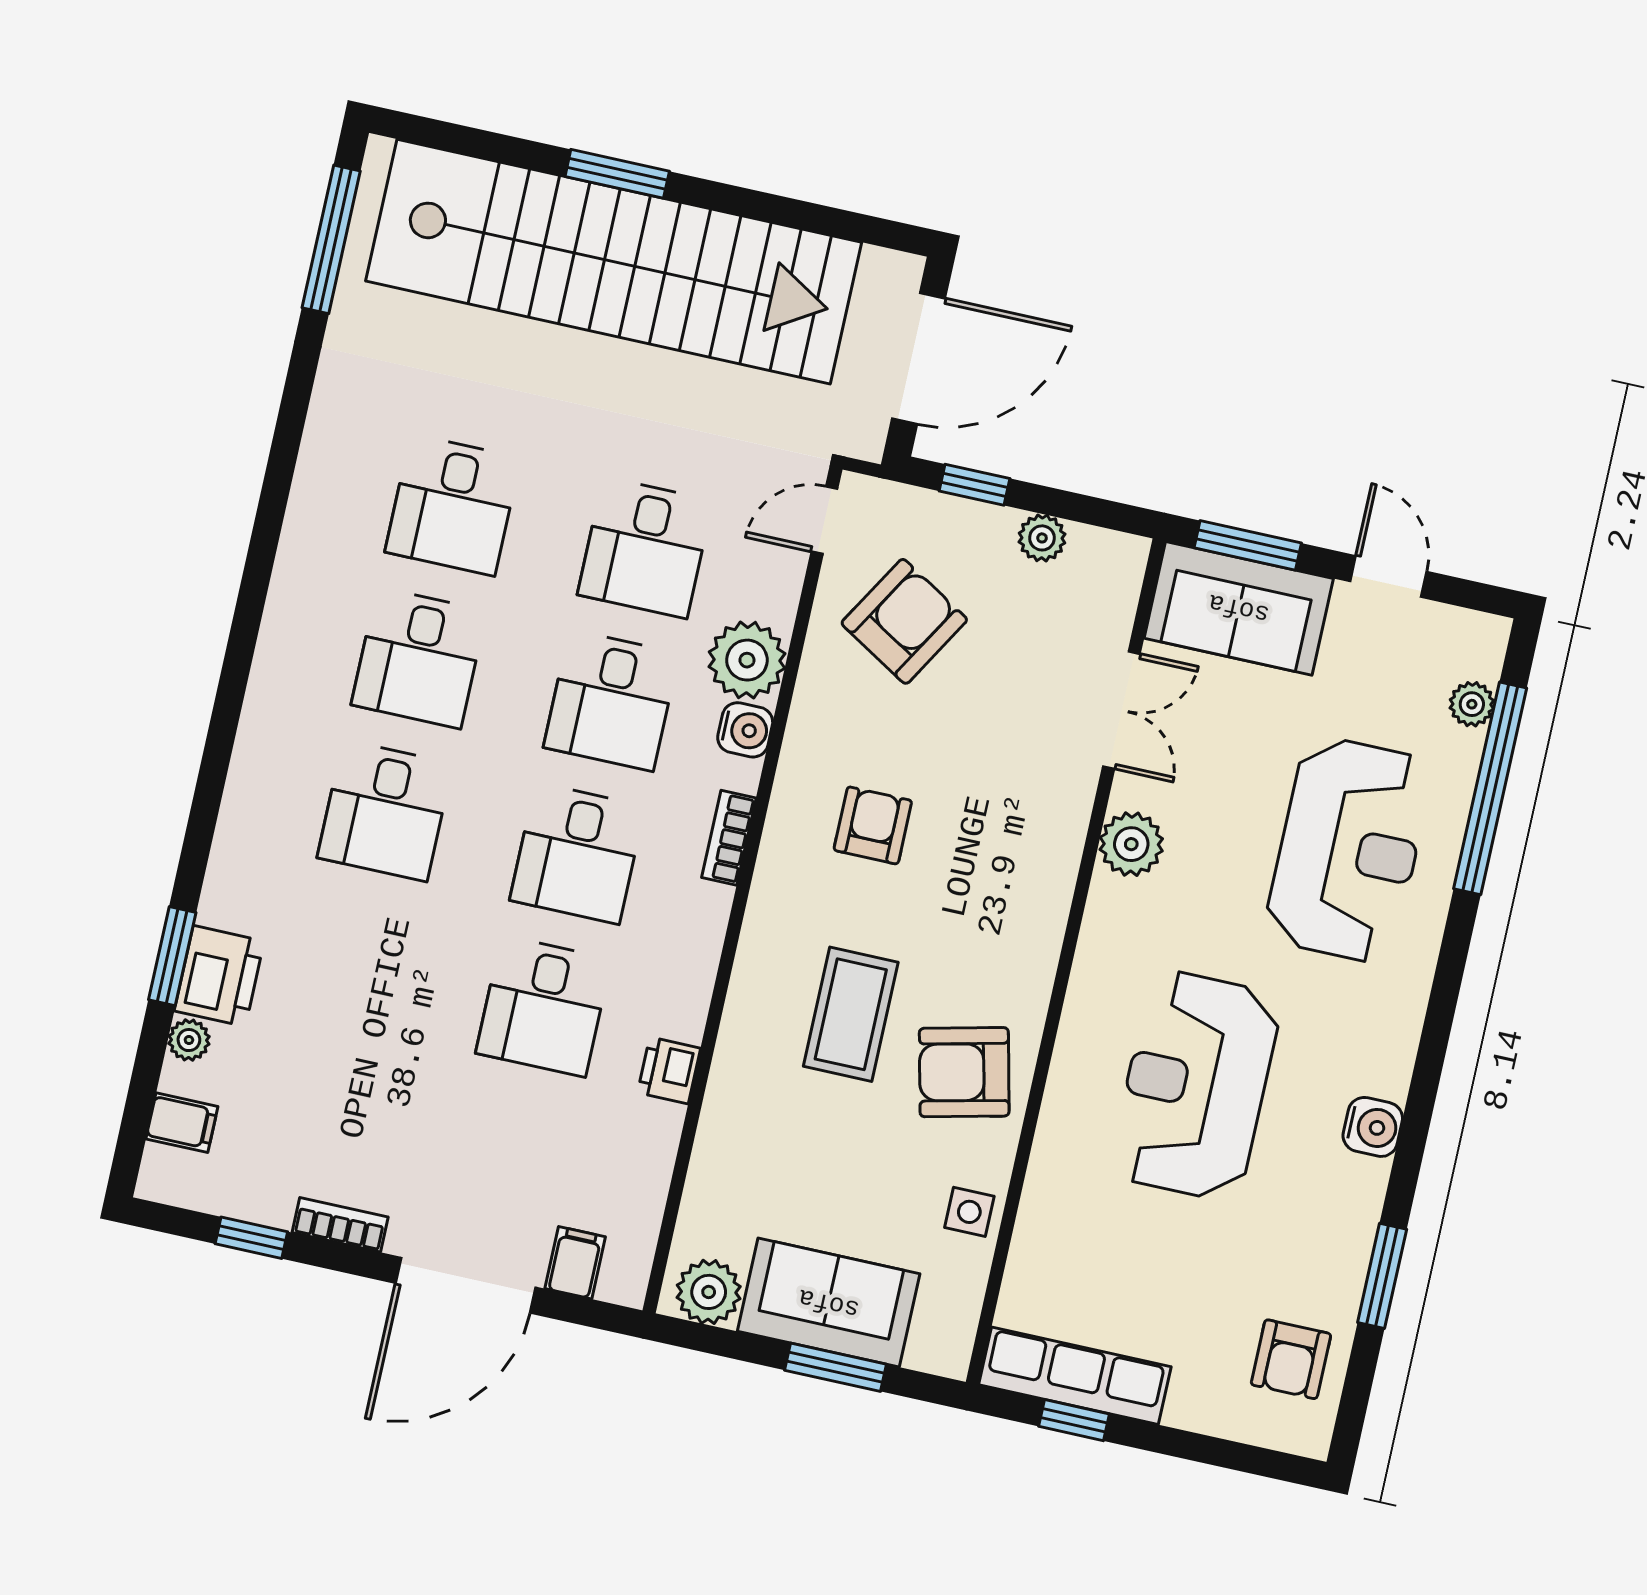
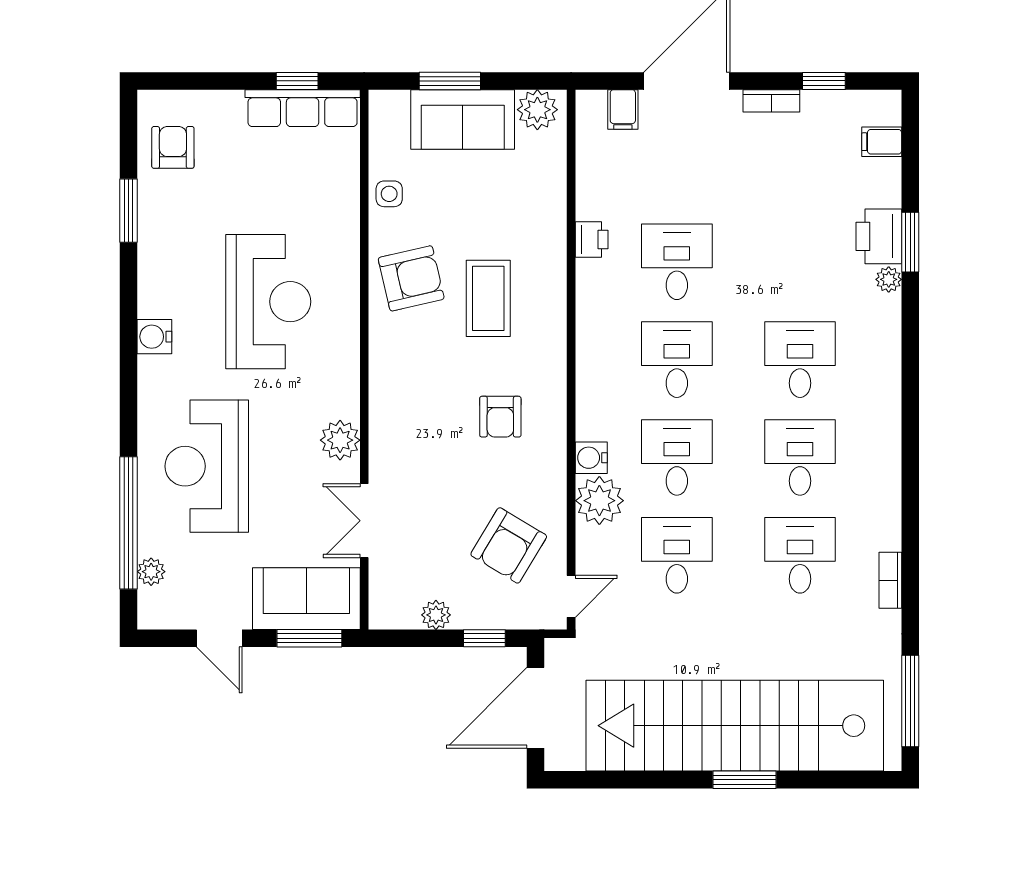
bookcase: (729, 838) -> (890, 580), moved, turned 180
plant: (189, 1040) -> (889, 279), moved
water cooler: (1373, 1127) -> (154, 337), moved

